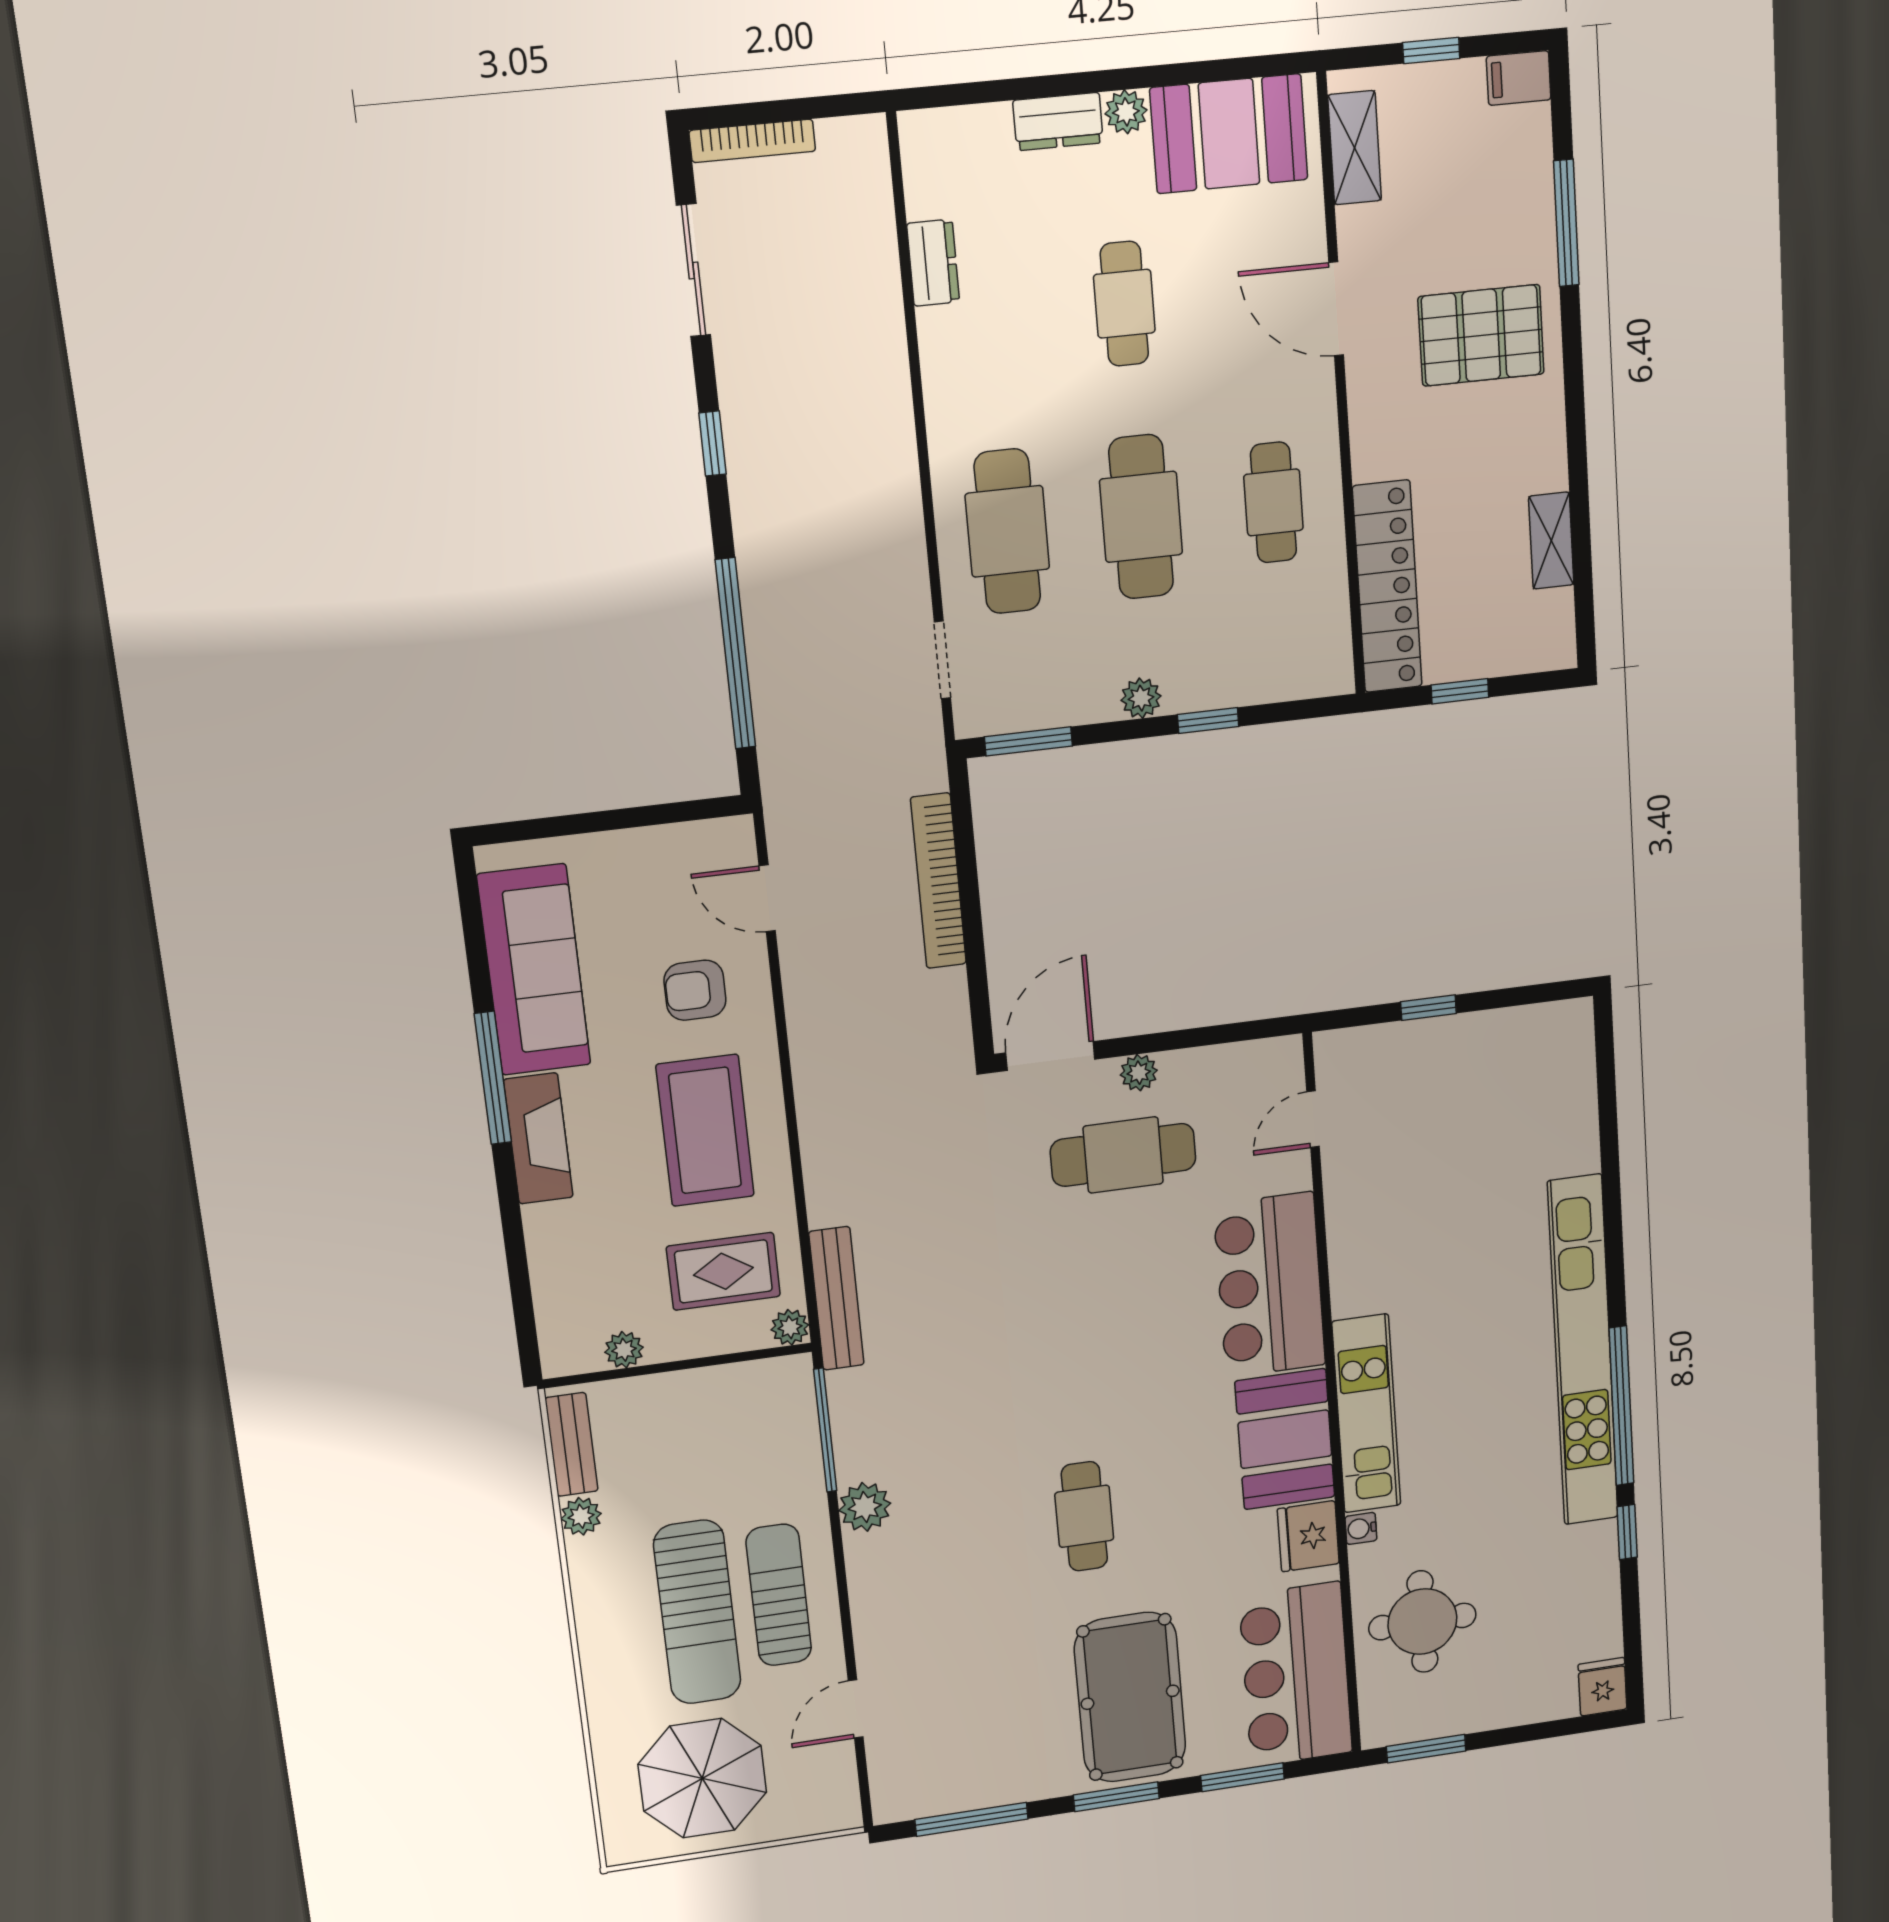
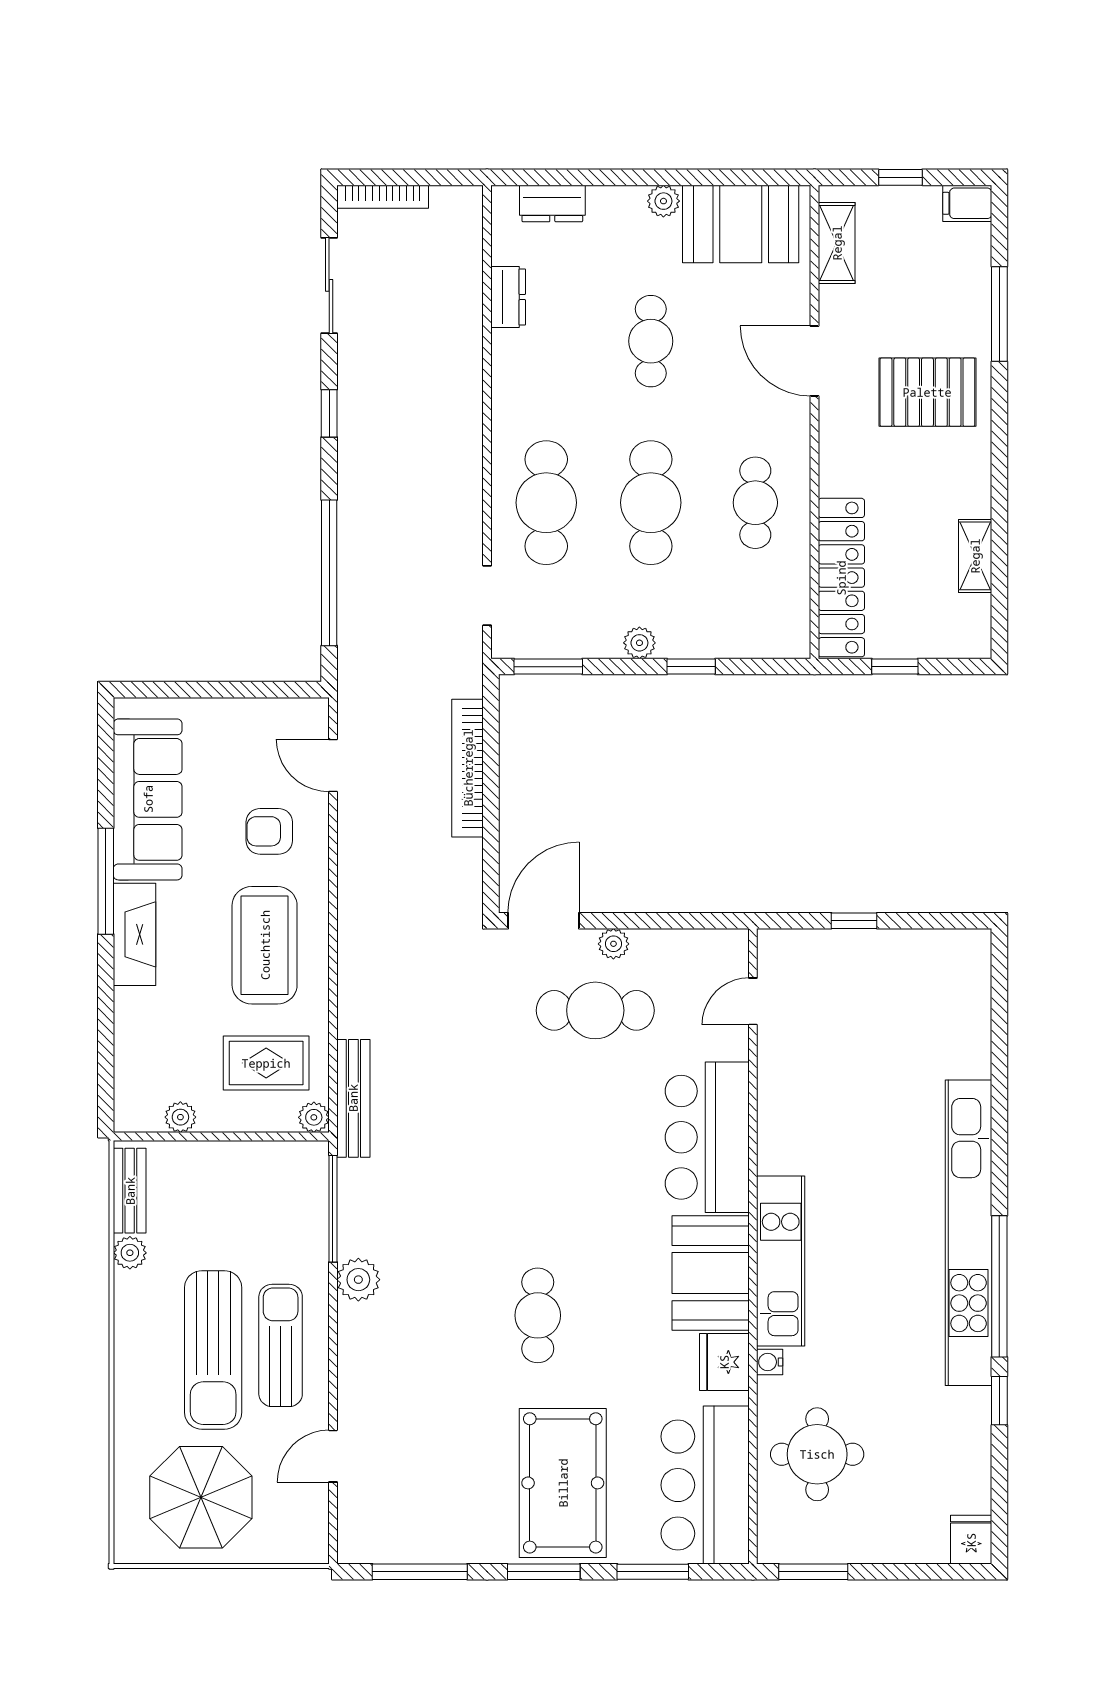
dresser: (1058, 122) -> (552, 203), moved

